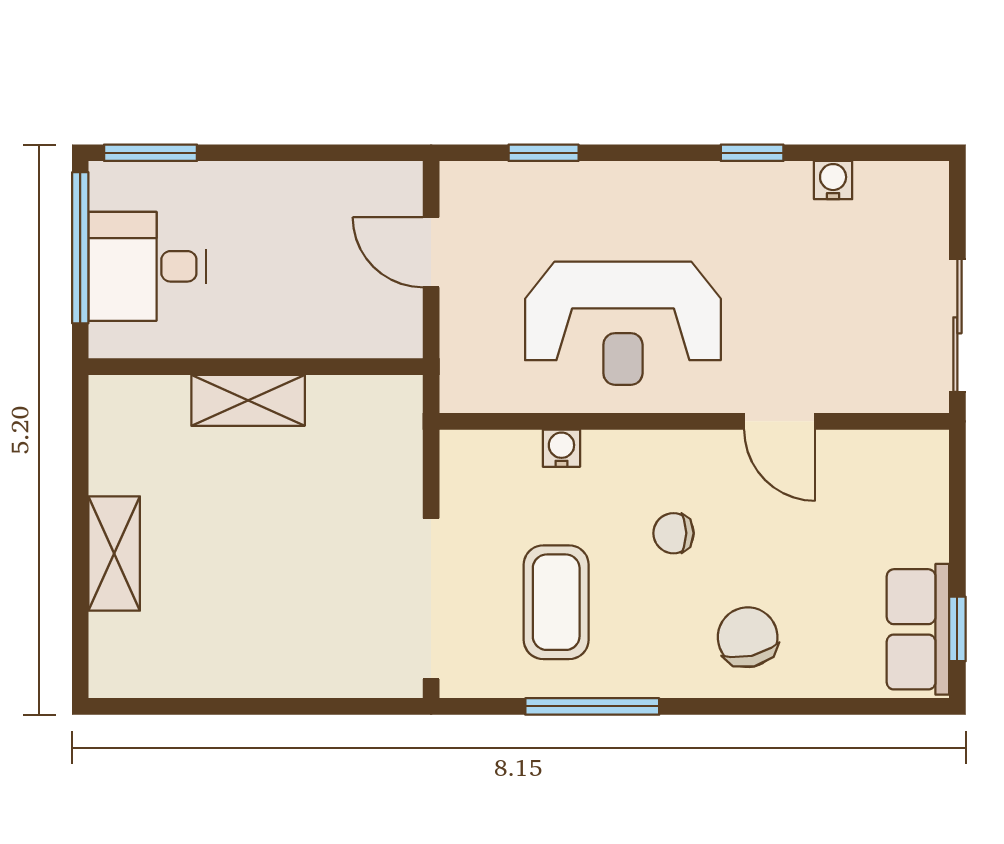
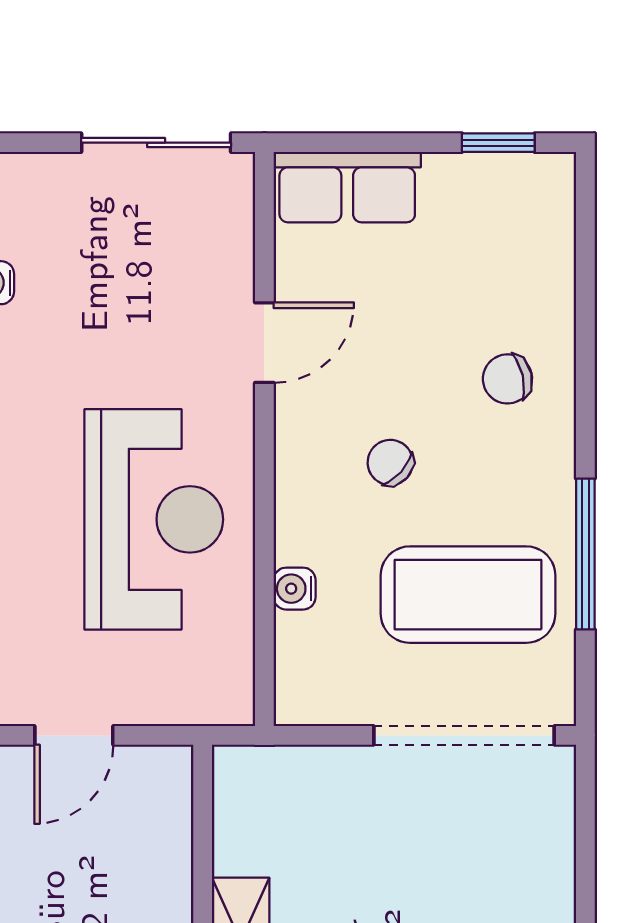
chair: (673, 533) -> (390, 462), turned 132
coffee table: (556, 602) -> (468, 595), width x1.36, depth x1.32
row of seats: (918, 629) -> (347, 187), moved
chair: (748, 637) -> (507, 379), width x0.73, depth x0.73

